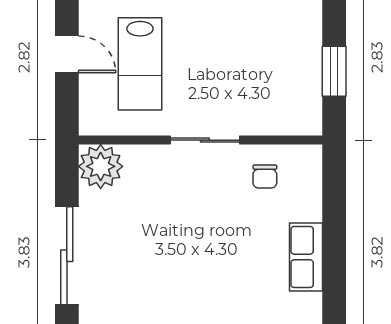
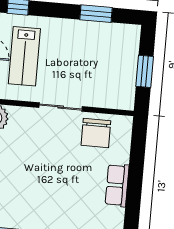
chair: (265, 176) -> (96, 133), width x1.87, depth x1.87

